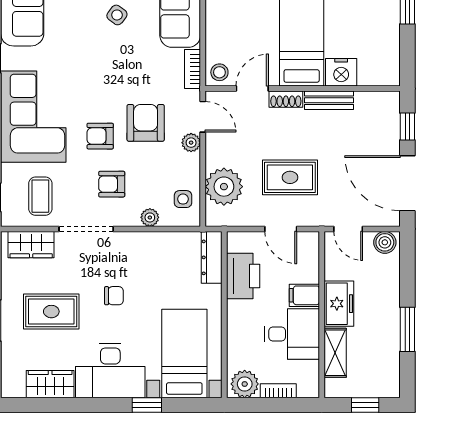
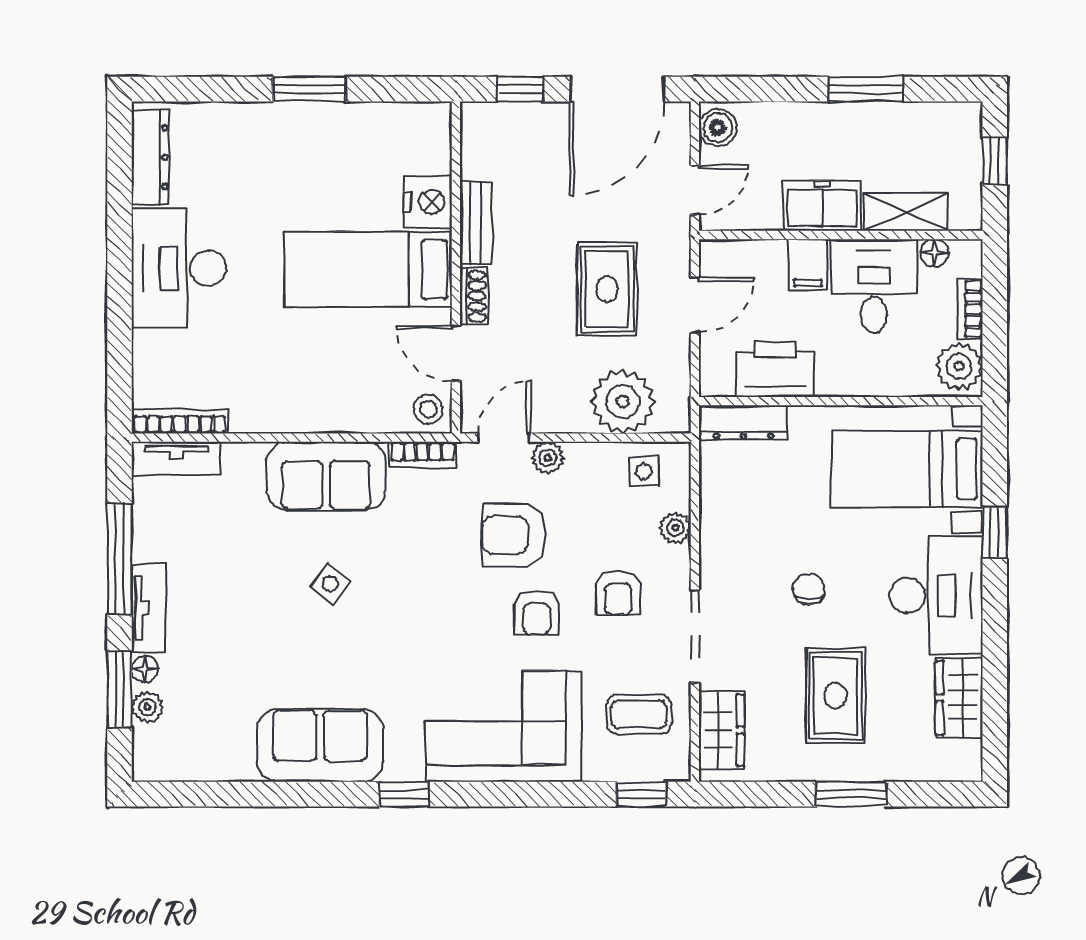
floor lamp: (311, 369) -> (934, 253), added

